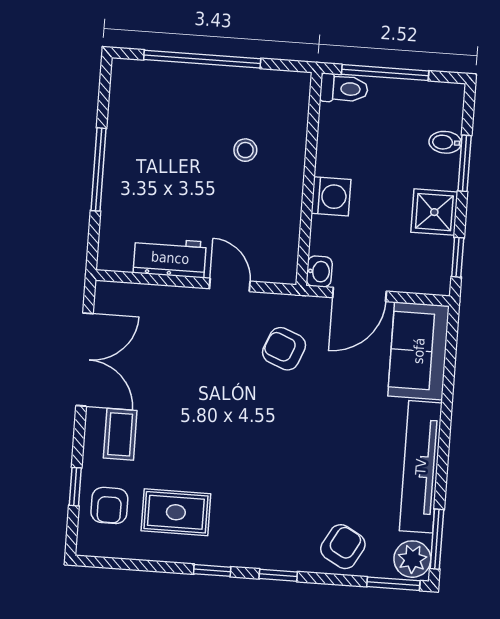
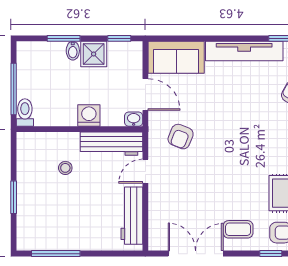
window: (202, 59) -> (14, 197), width x0.47
bidet: (445, 142) -> (73, 51), moved
window: (99, 169) -> (56, 254), moved
workbench: (281, 231) -> (111, 144), added
workbench: (170, 258) -> (132, 216), width x1.38

